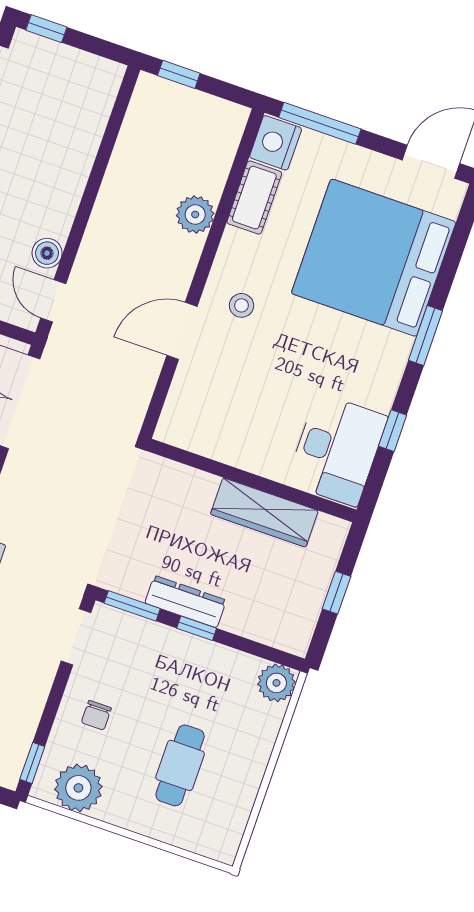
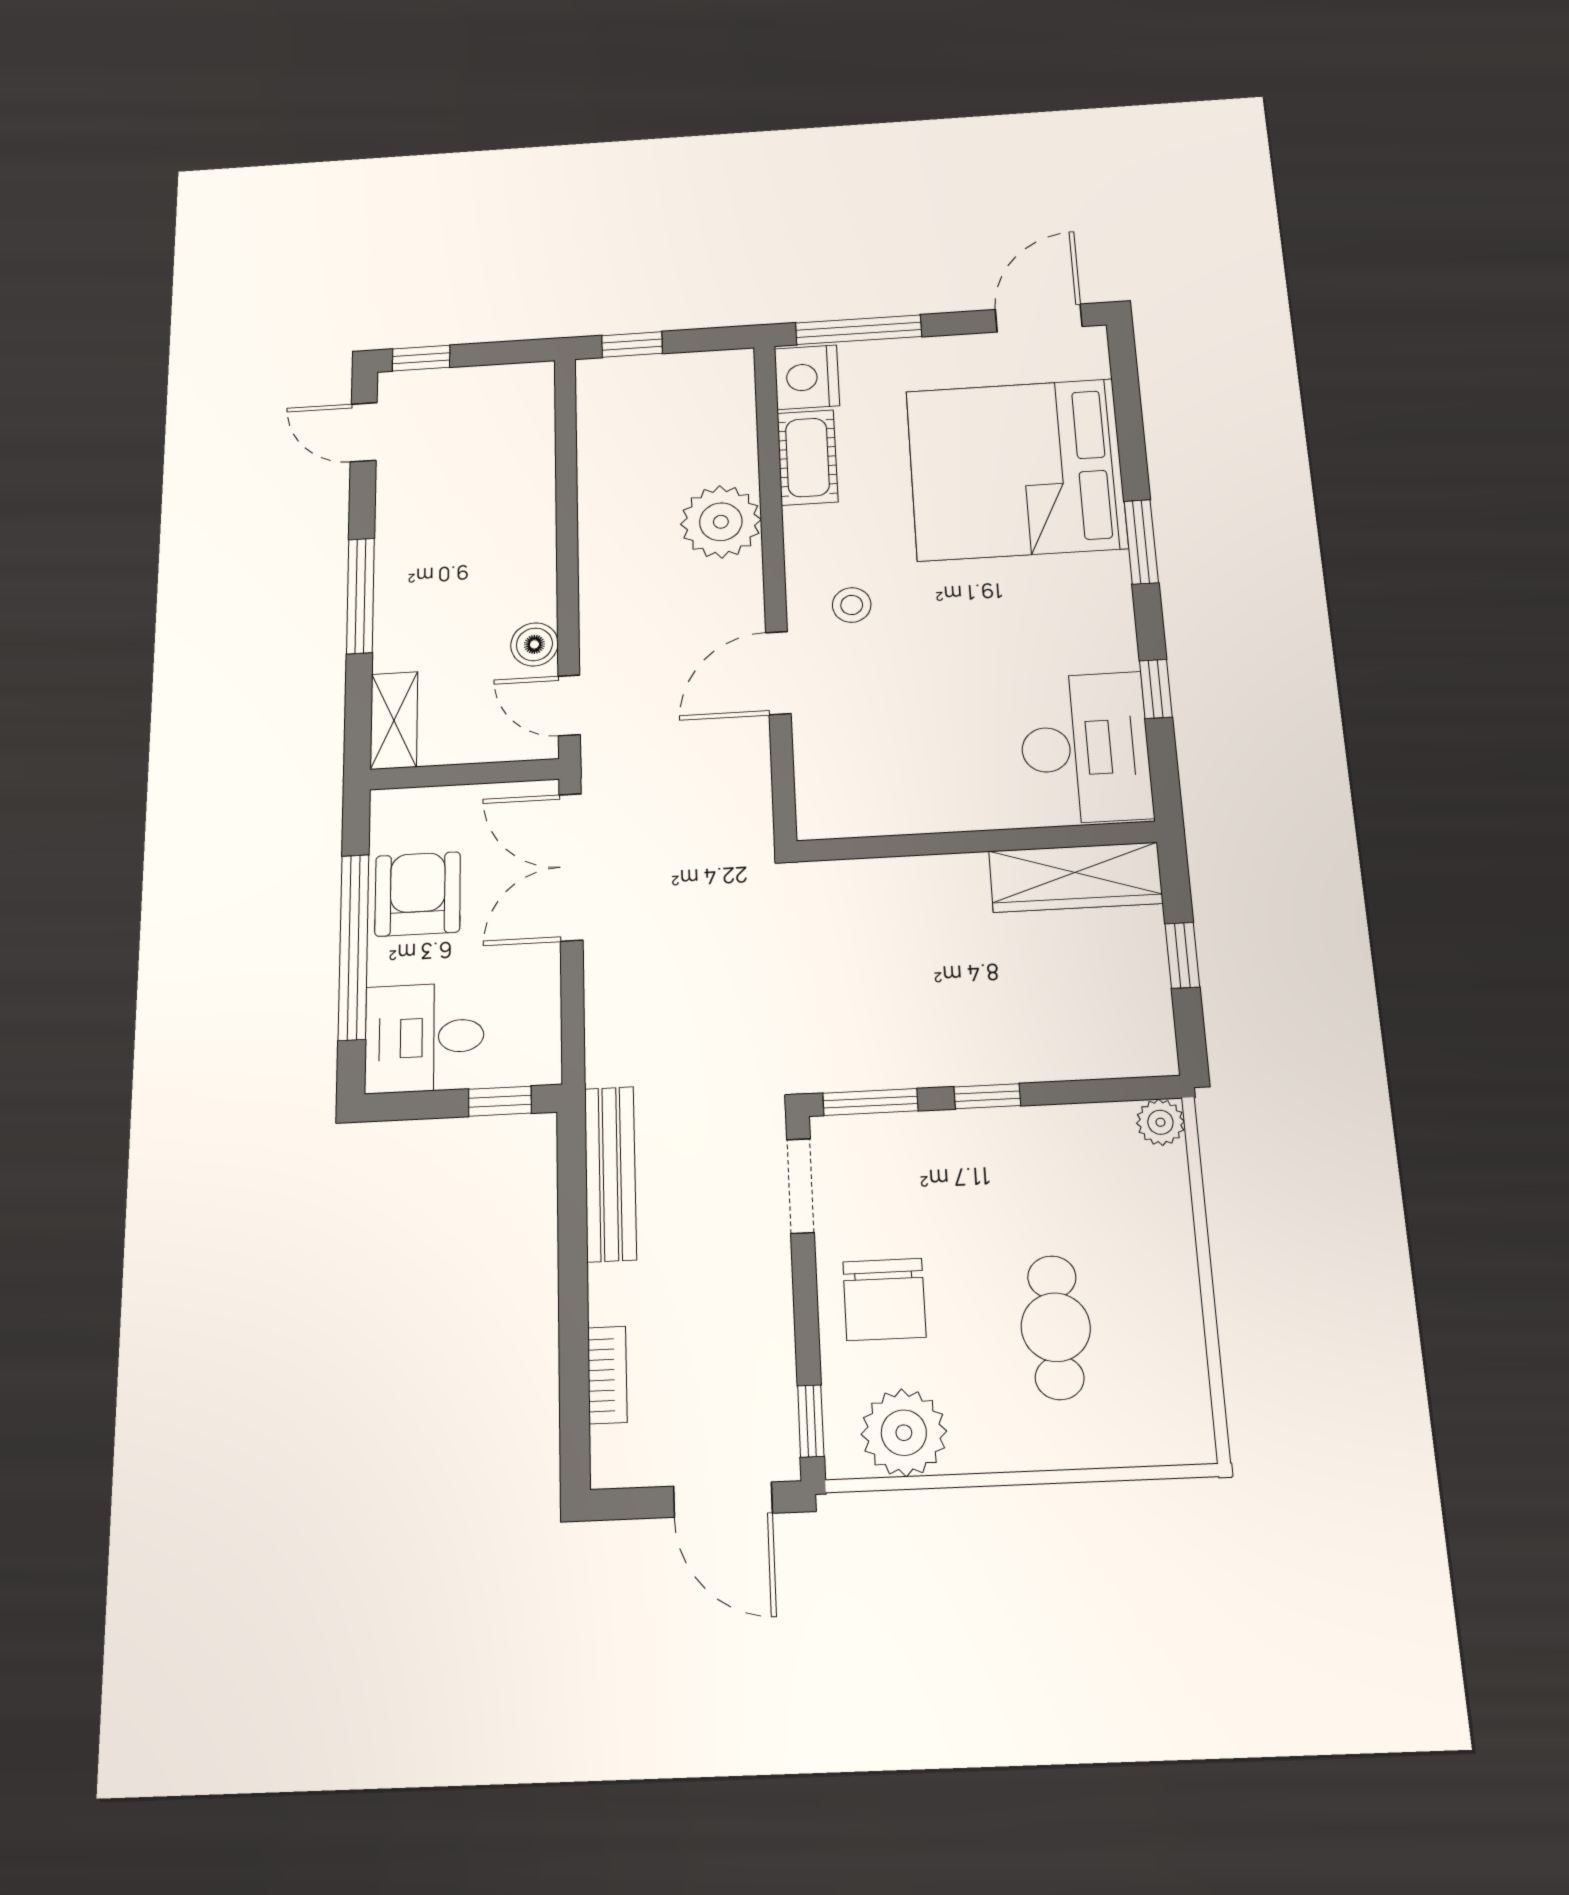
plant: (195, 215) -> (721, 522), width x1.36, depth x1.36
wardrobe: (264, 512) -> (1076, 877), moved
dresser: (186, 602) -> (952, 1062), removed
plant: (276, 683) -> (1160, 1122), width x0.73, depth x0.73
chair: (96, 715) -> (884, 1299), width x1.87, depth x1.87

